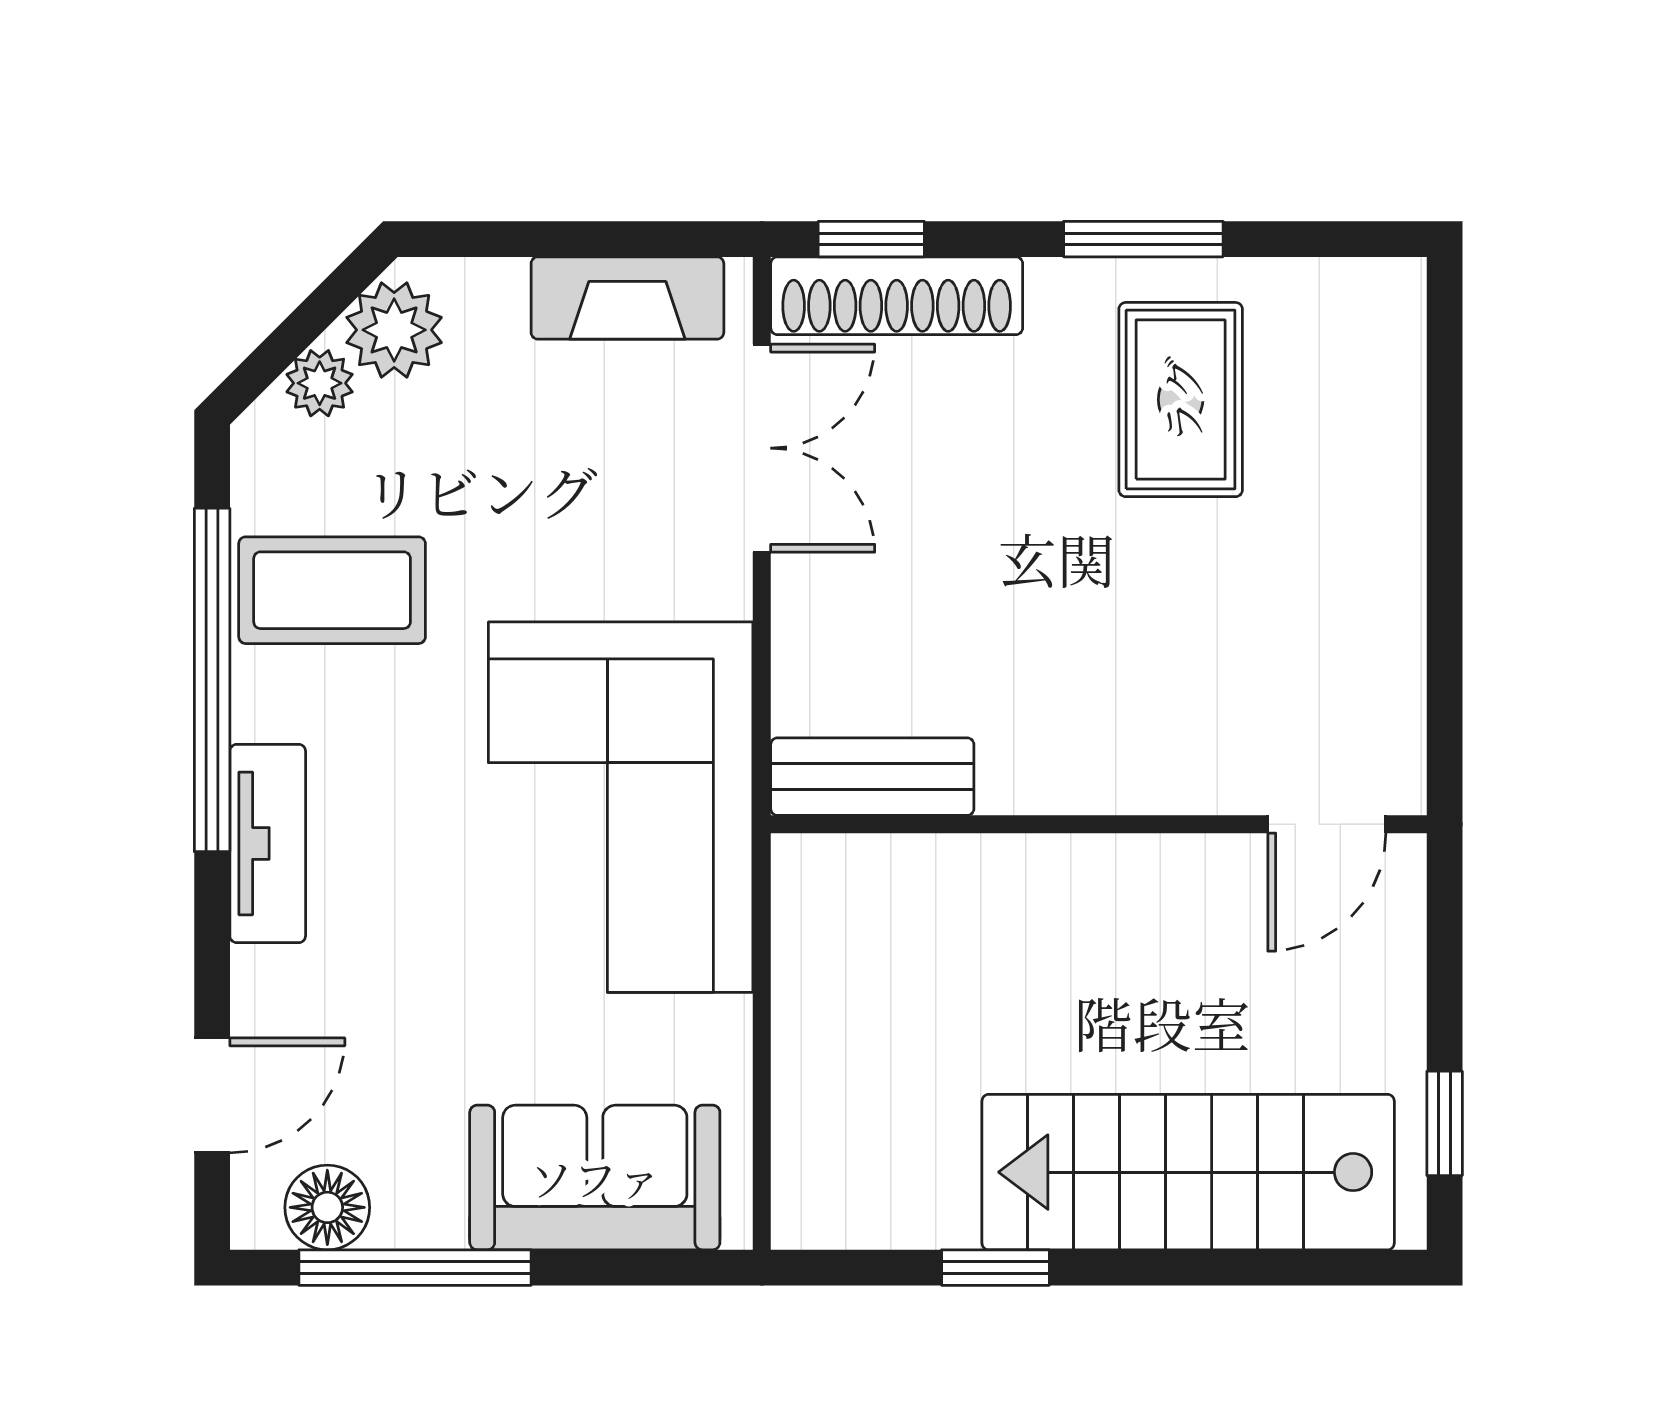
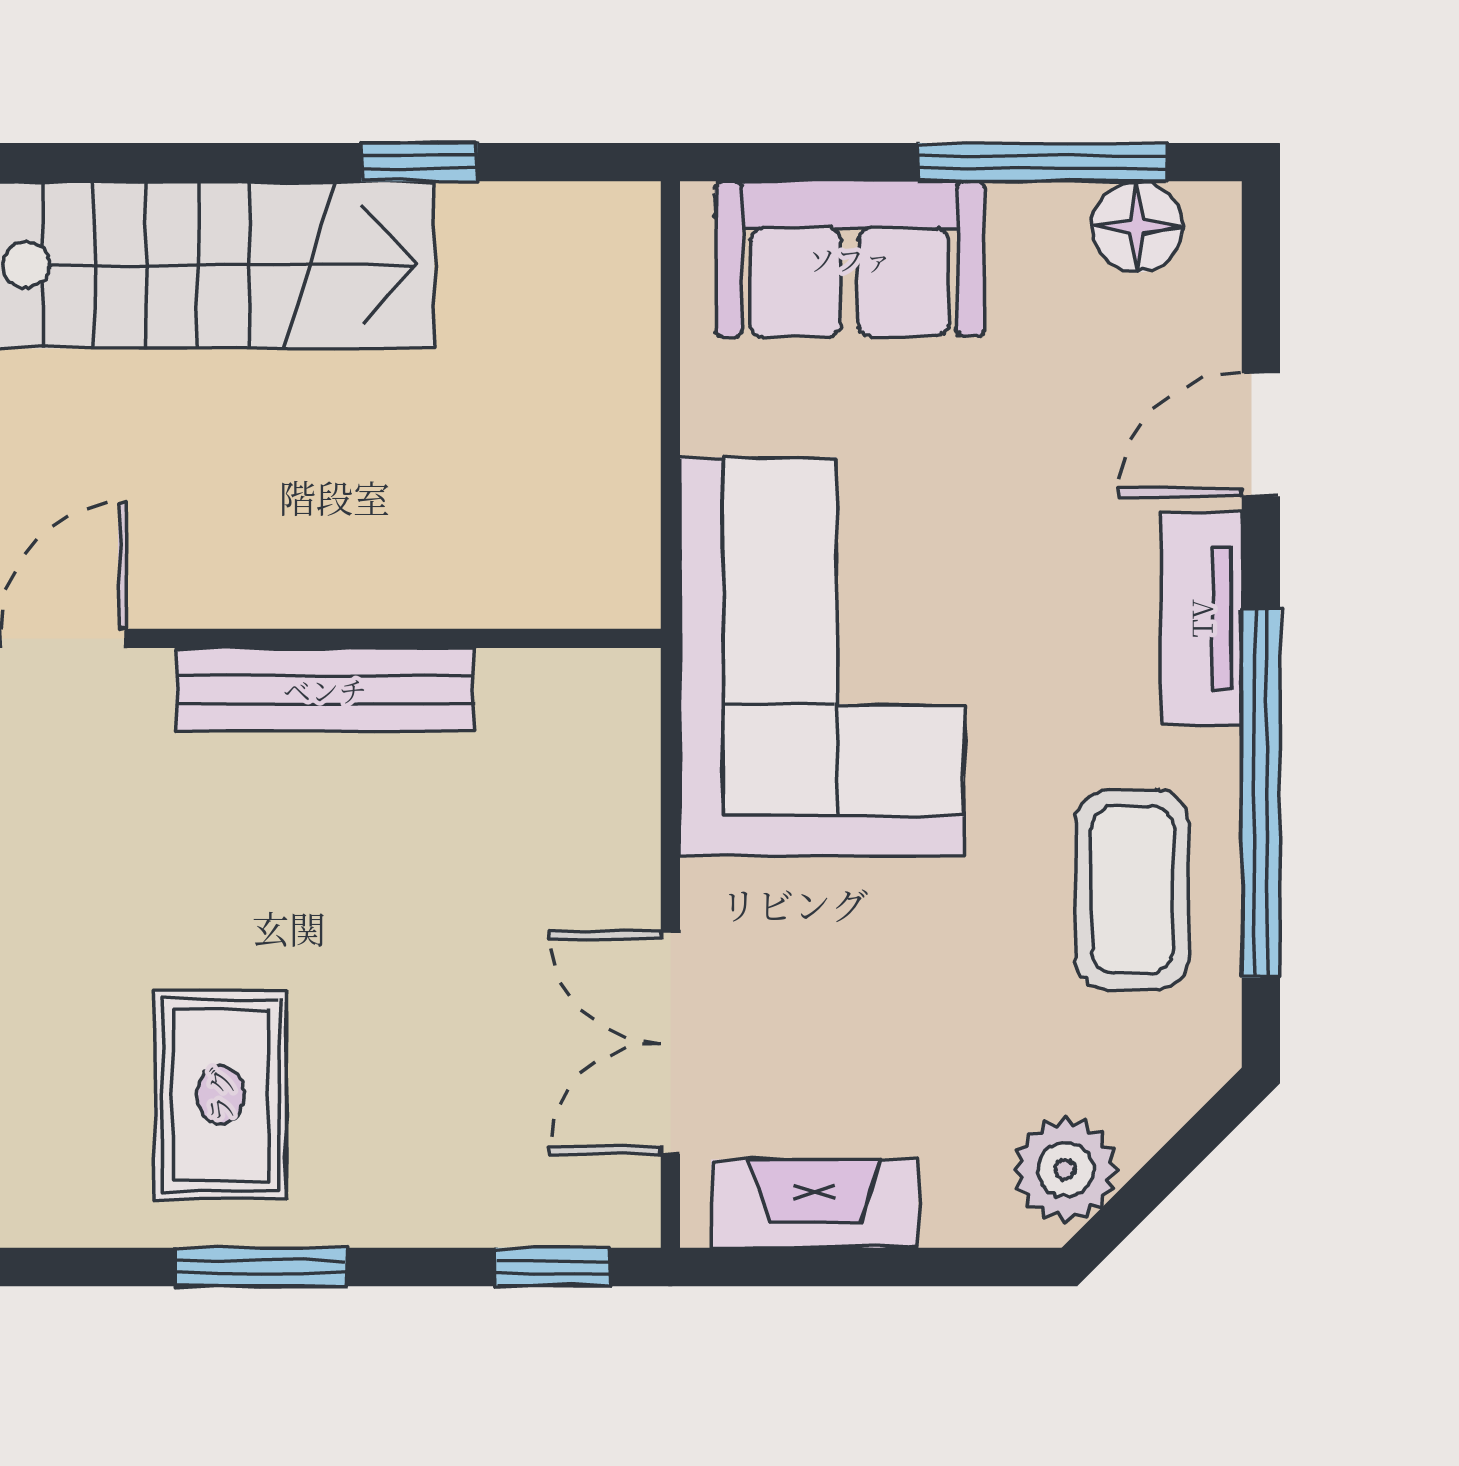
shoe rack: (897, 296) -> (525, 1206), removed
plant: (320, 383) -> (1145, 1112), removed
coffee table: (332, 590) -> (1132, 890), turned 90
bench: (872, 777) -> (325, 690), moved, width x1.36
door: (212, 1095) -> (1261, 435), moved

